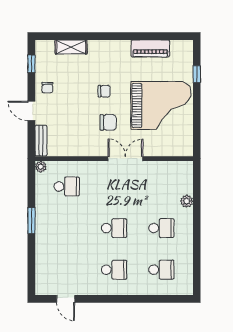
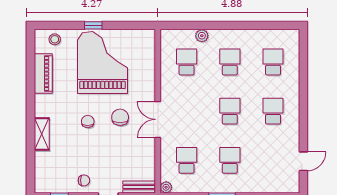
shelving: (71, 47) -> (42, 134), moved
stool: (183, 59) -> (55, 39), added
window: (197, 74) -> (93, 25), moved
double door: (125, 159) -> (158, 119), moved
school desk: (161, 186) -> (187, 62), added
school desk: (67, 228) -> (230, 160), added

